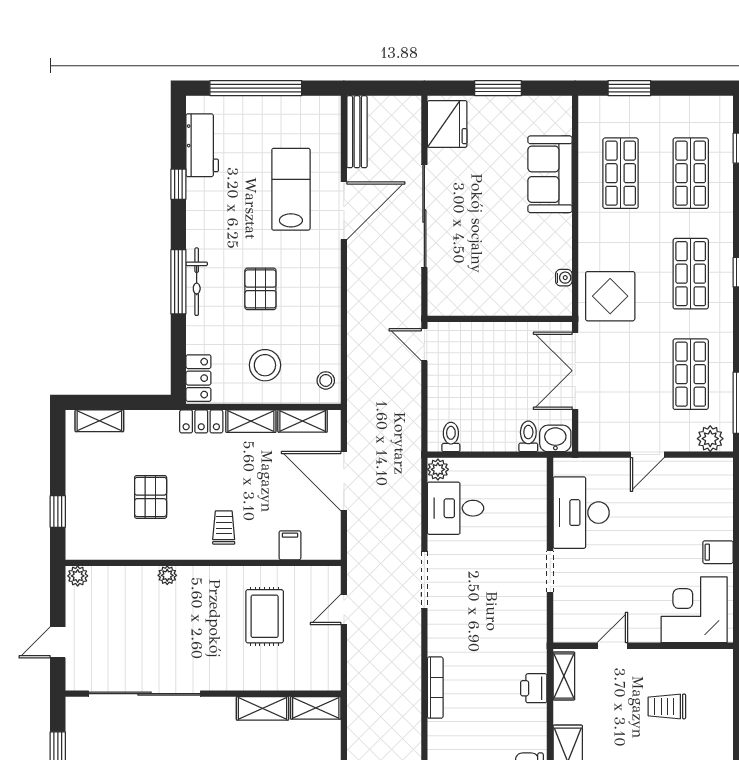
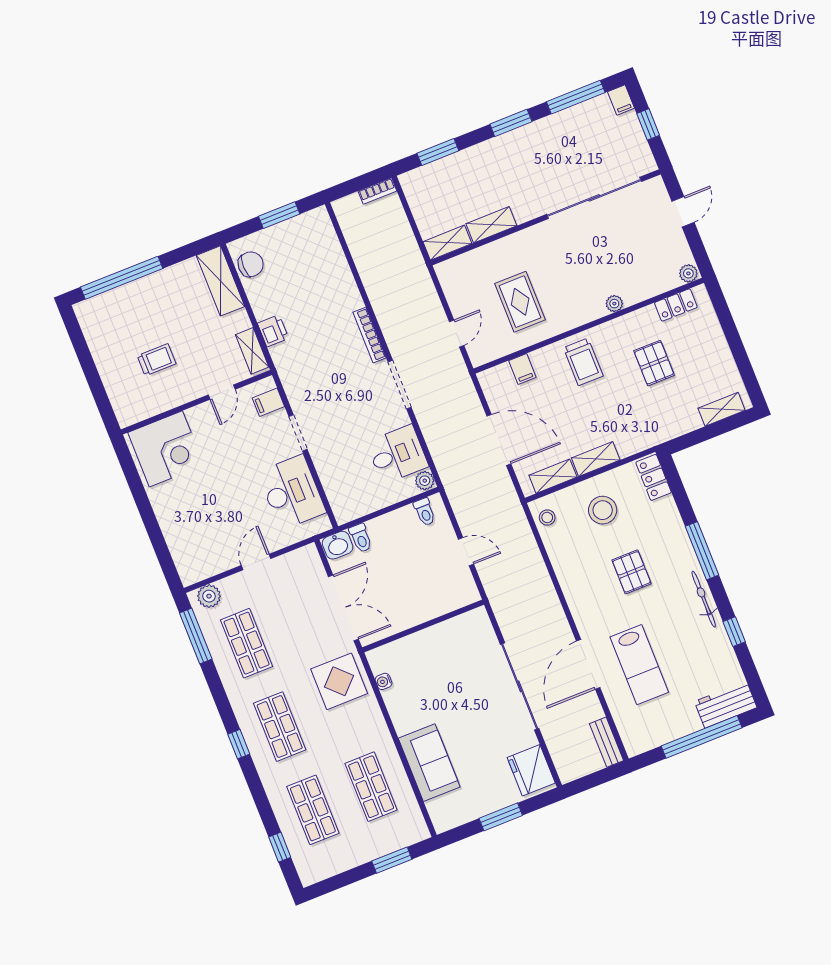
bench: (357, 132) -> (607, 742), width x0.73
workbench: (202, 145) -> (726, 704), moved, turned 90
bicycle: (197, 282) -> (704, 599), moved
door: (424, 345) -> (466, 552), moved
locker: (201, 421) -> (676, 305), moved, turned 180
window: (58, 511) -> (726, 320), removed
trolley: (224, 528) -> (583, 362), width x1.36, depth x1.39
filing cabinet: (718, 552) -> (268, 402), moved, turned 180
bookcase: (435, 688) -> (369, 335), moved

